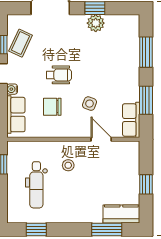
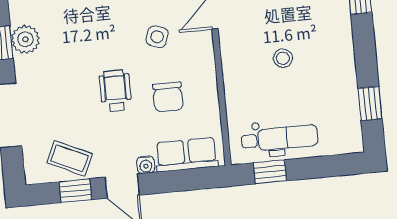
stool: (68, 165) -> (283, 58), moved
dental chair: (36, 185) -> (280, 138), moved

